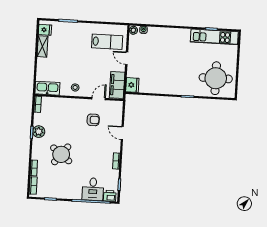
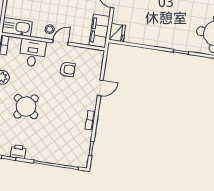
door: (99, 99) -> (60, 43), moved
door: (122, 133) -> (100, 88), swing flipped
desk: (93, 189) -> (32, 53), moved, turned 180
printer: (110, 196) -> (18, 152), moved

